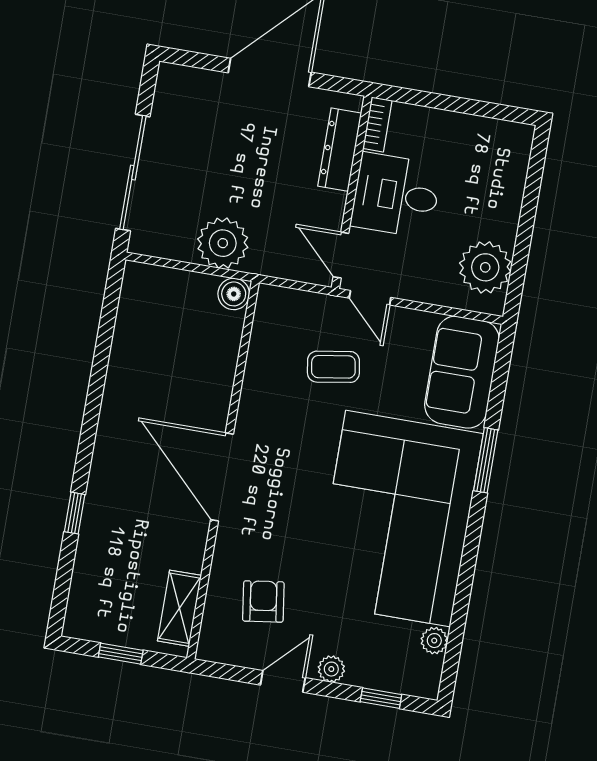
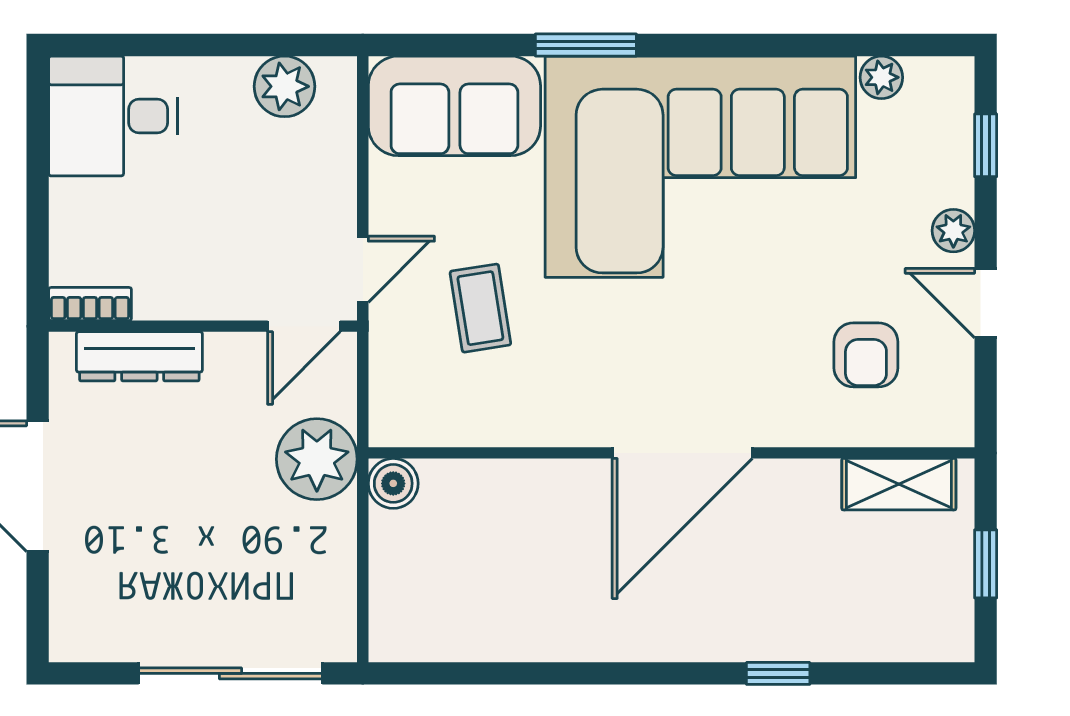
desk: (396, 195) -> (113, 116), moved, turned 90
plant: (223, 243) -> (317, 459), moved
plant: (485, 267) -> (285, 86), width x0.73, depth x0.73
armchair: (263, 601) -> (866, 355), turned -82

